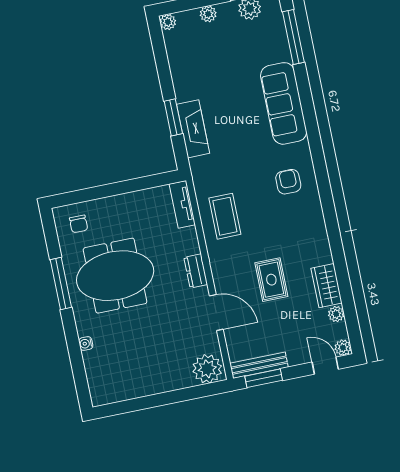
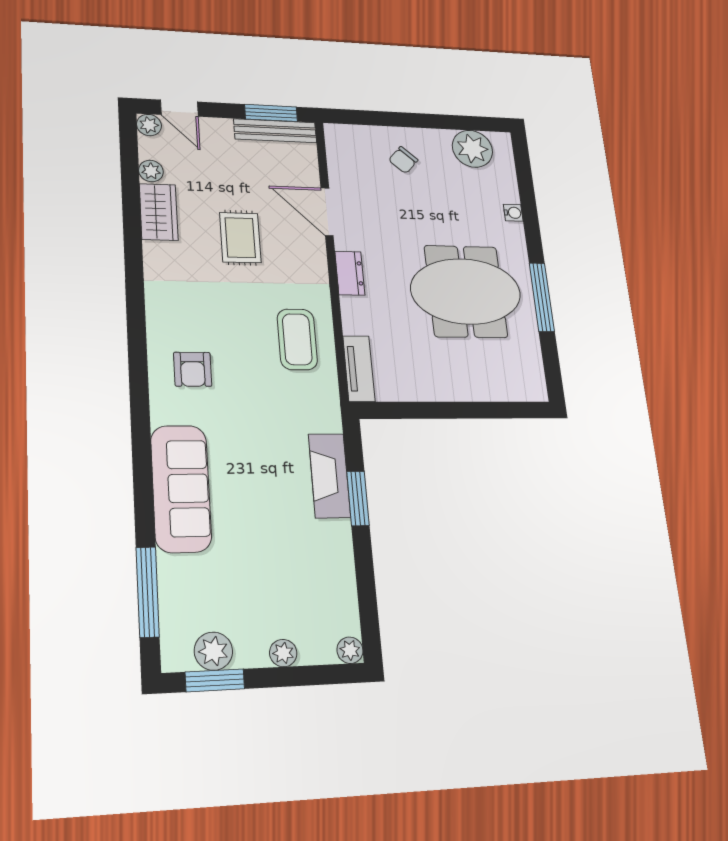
chair: (79, 224) -> (403, 160), moved, turned -138
plant: (207, 369) -> (472, 149), moved

